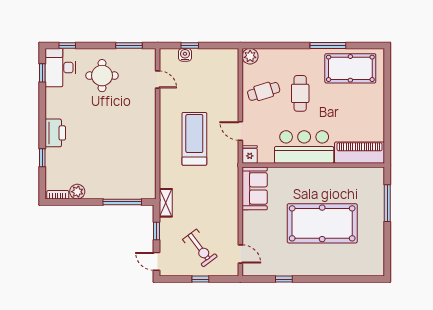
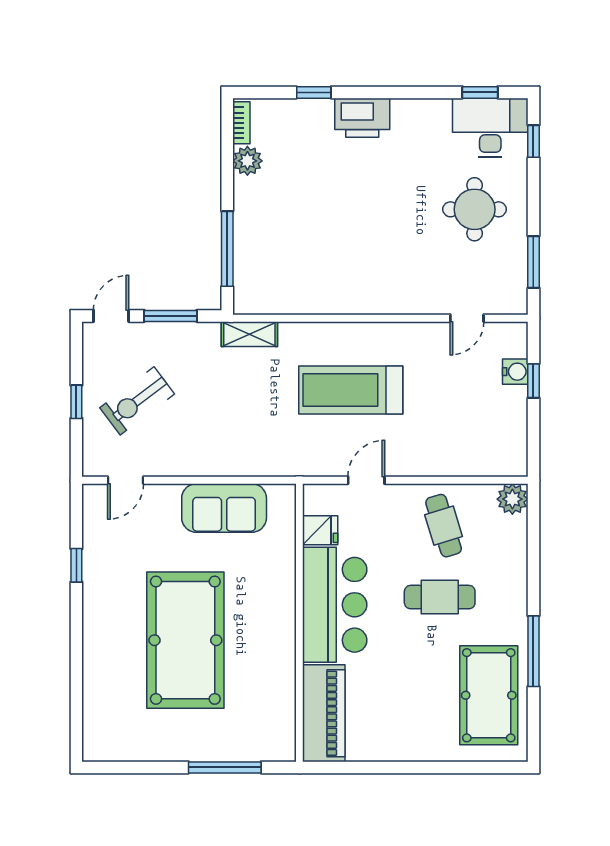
treadmill: (194, 139) -> (351, 390), turned 180
fridge: (250, 154) -> (320, 530), moved
sofa: (255, 188) -> (224, 508), moved
shelving: (166, 203) -> (249, 334), moved
window: (157, 231) -> (170, 316), width x1.50

